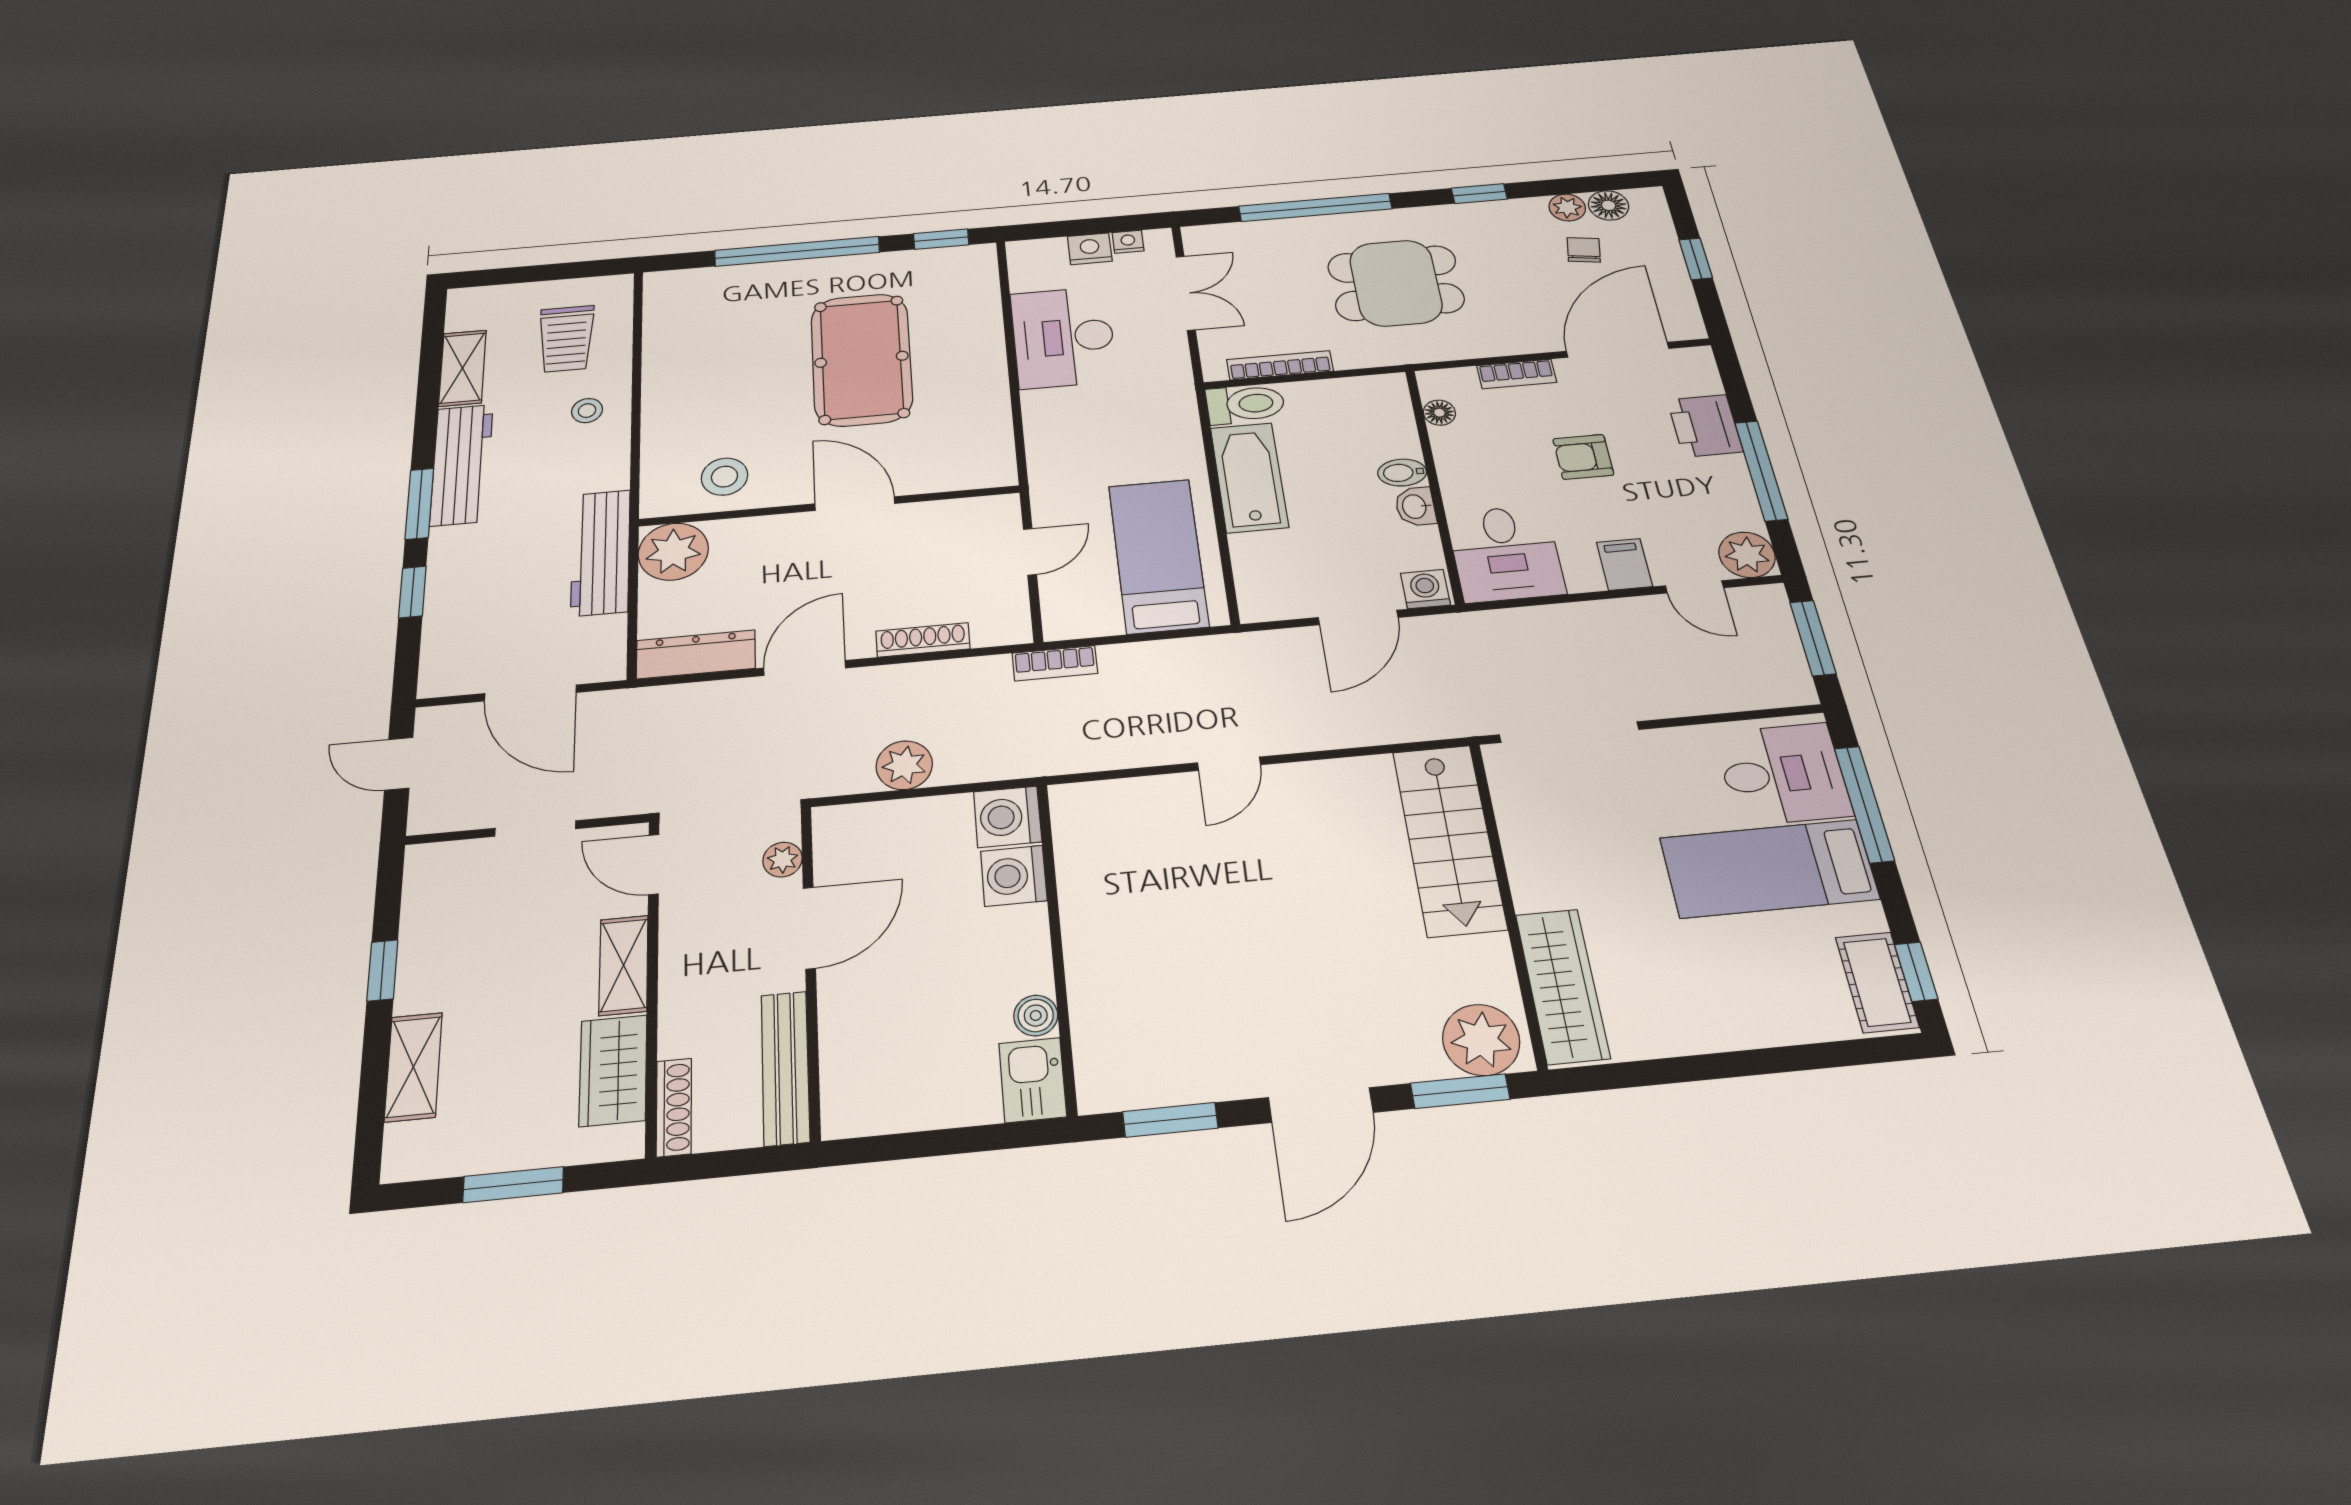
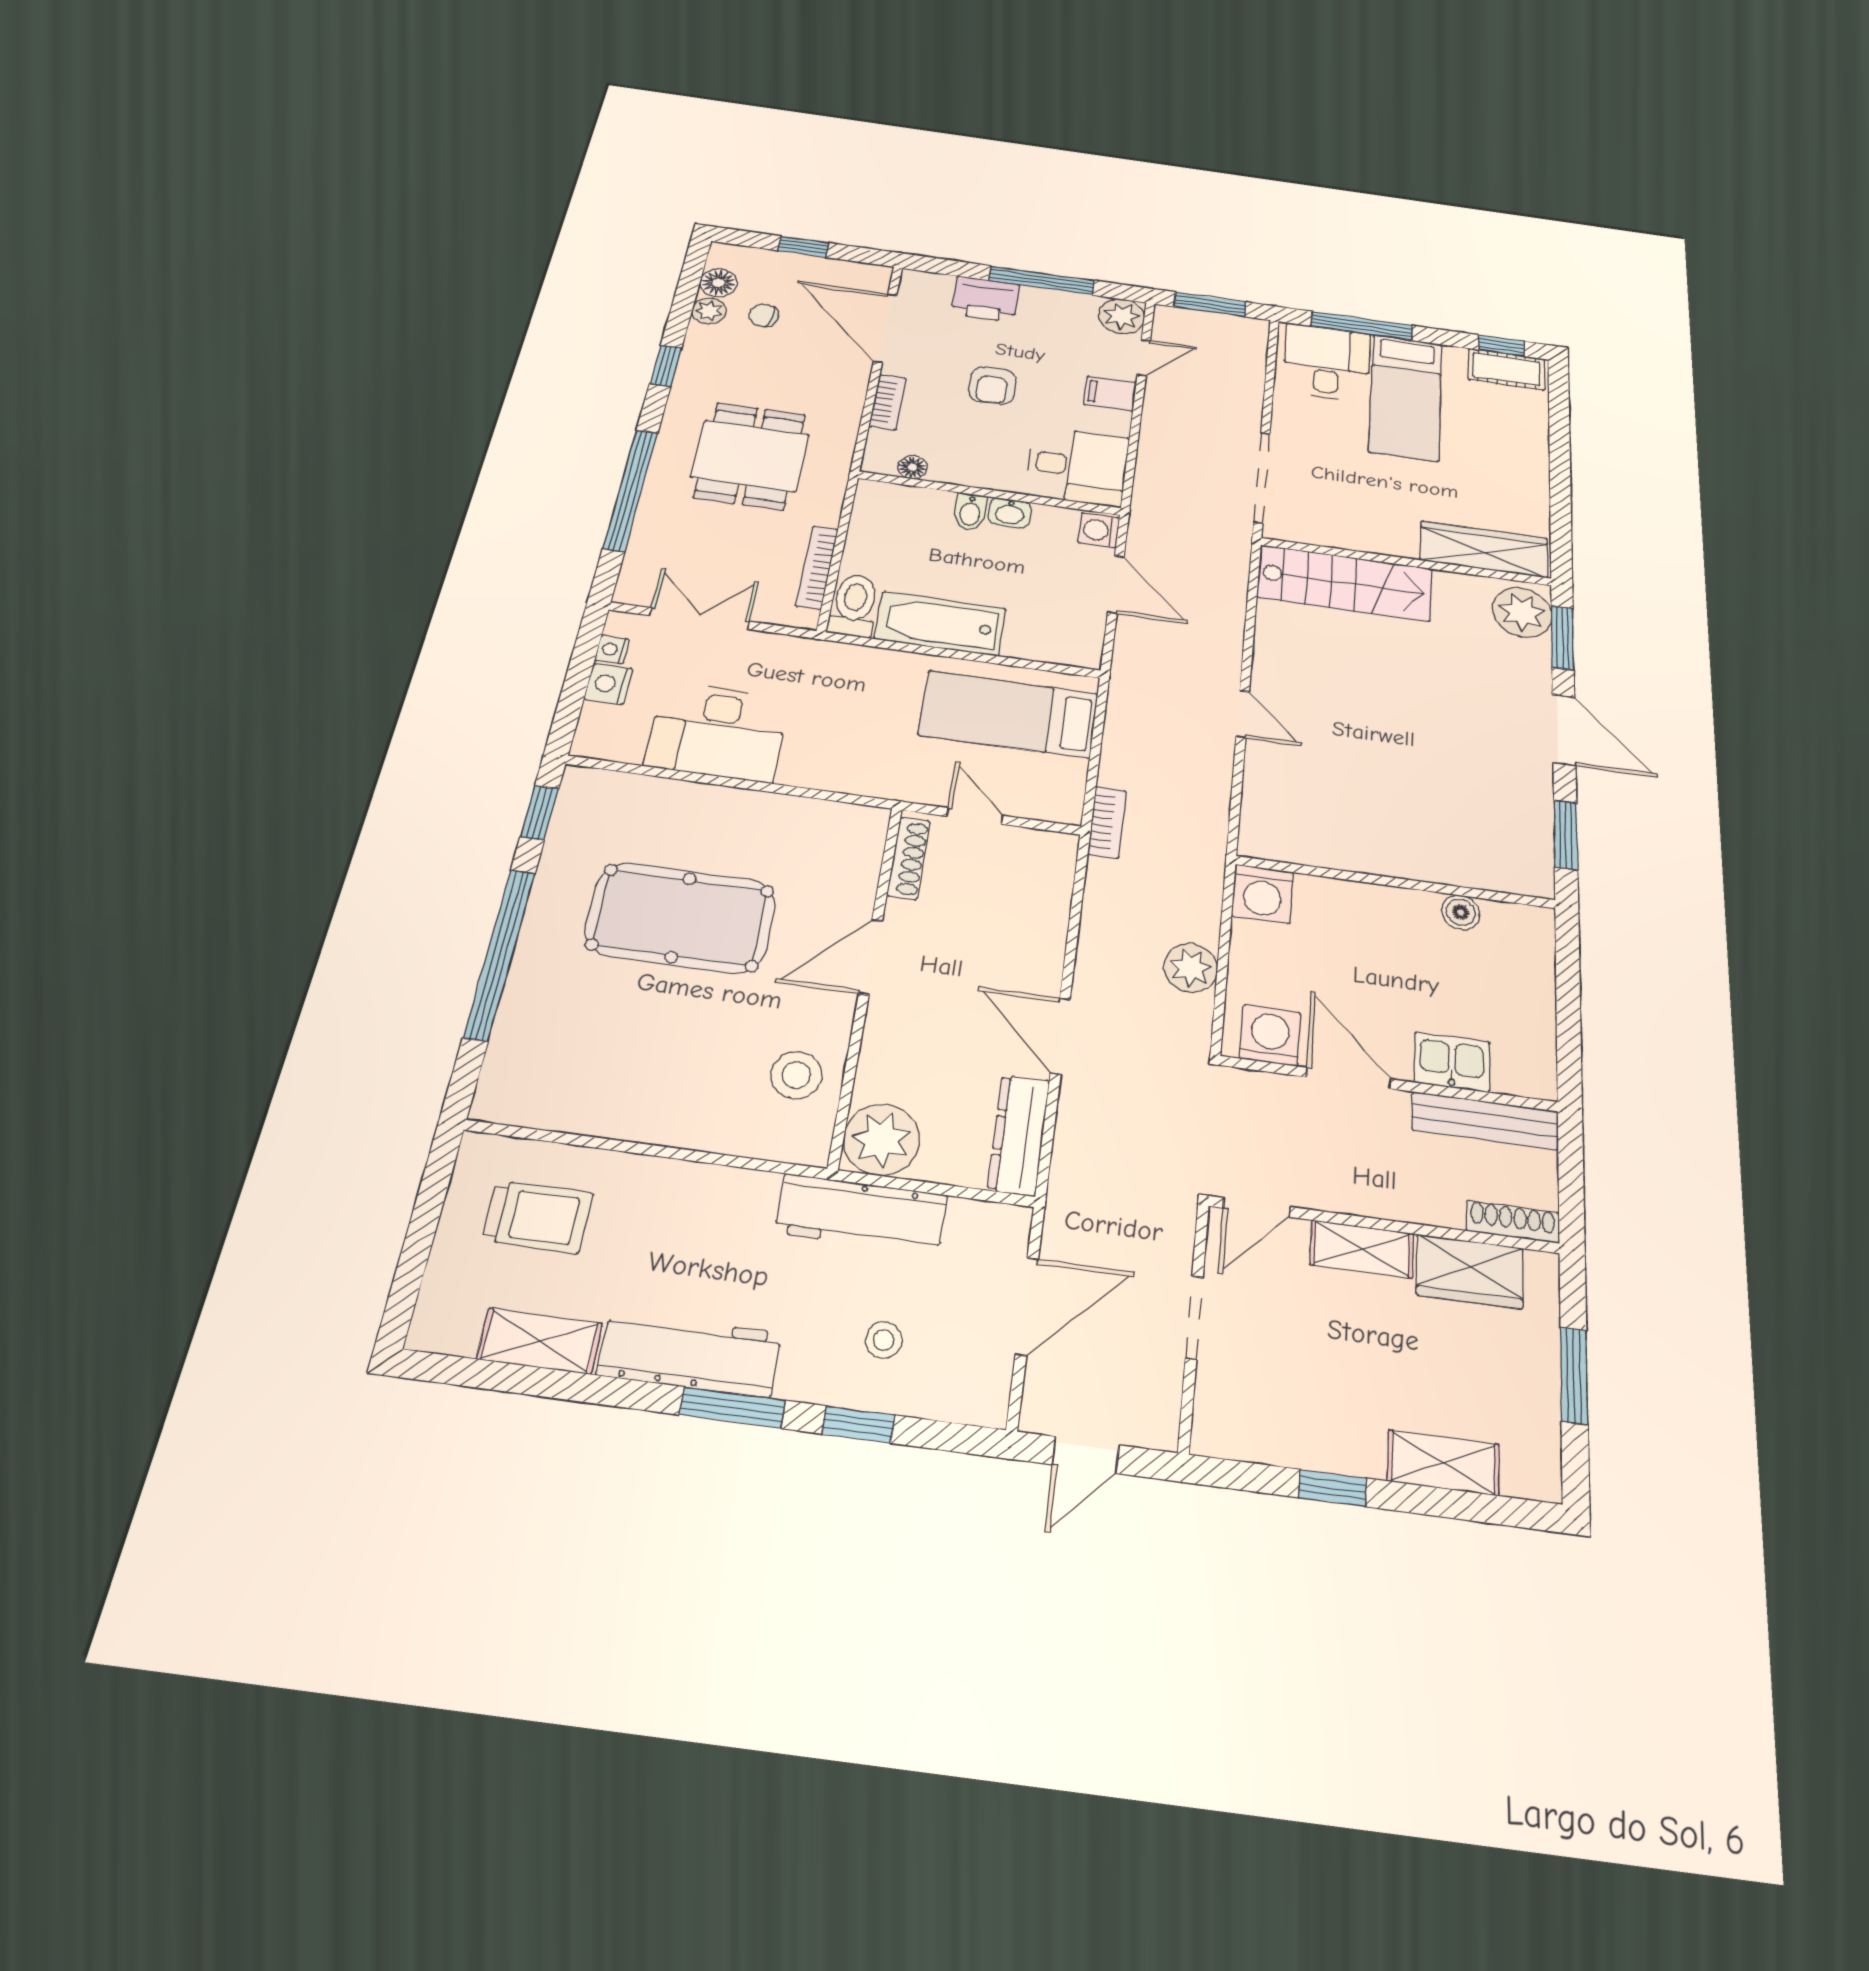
stool: (587, 411) -> (884, 1340), moved
shoe rack: (923, 640) -> (908, 858), moved, turned 180
plant: (783, 860) -> (1272, 1090), removed
washing machine: (1014, 876) -> (1270, 1035), moved, turned 180
kitchen sink: (1033, 1080) -> (1452, 1062), moved, turned 180

